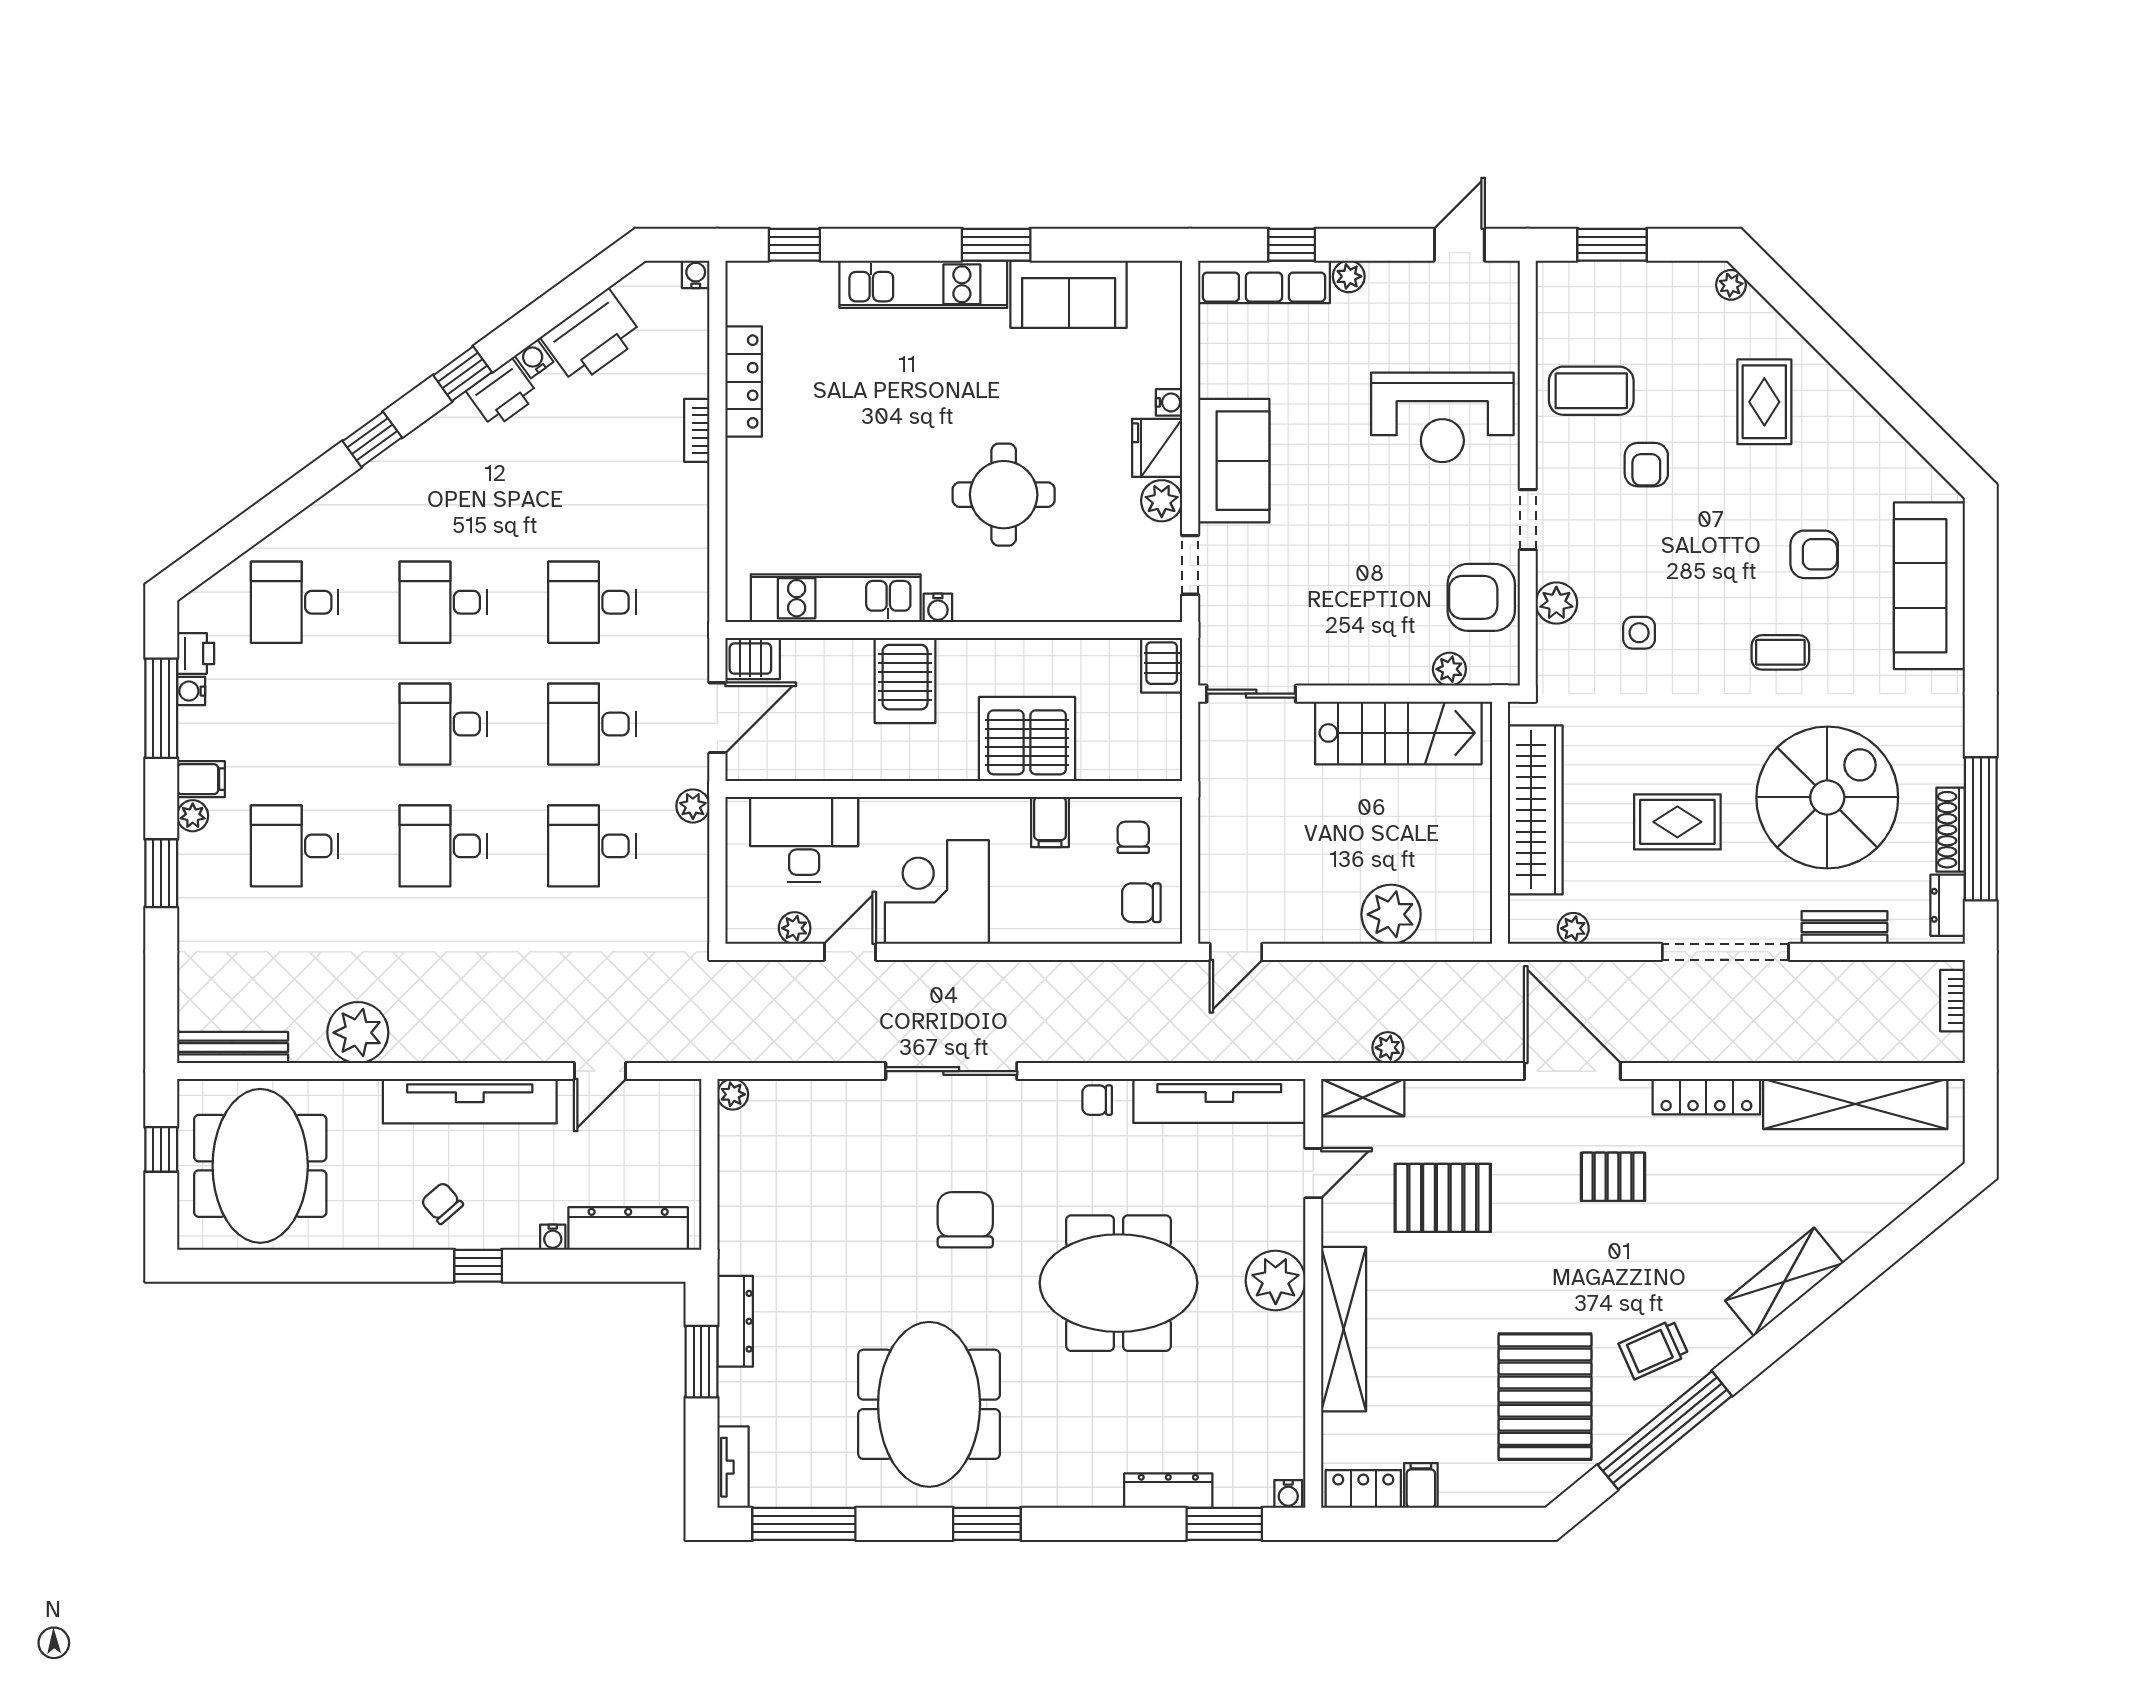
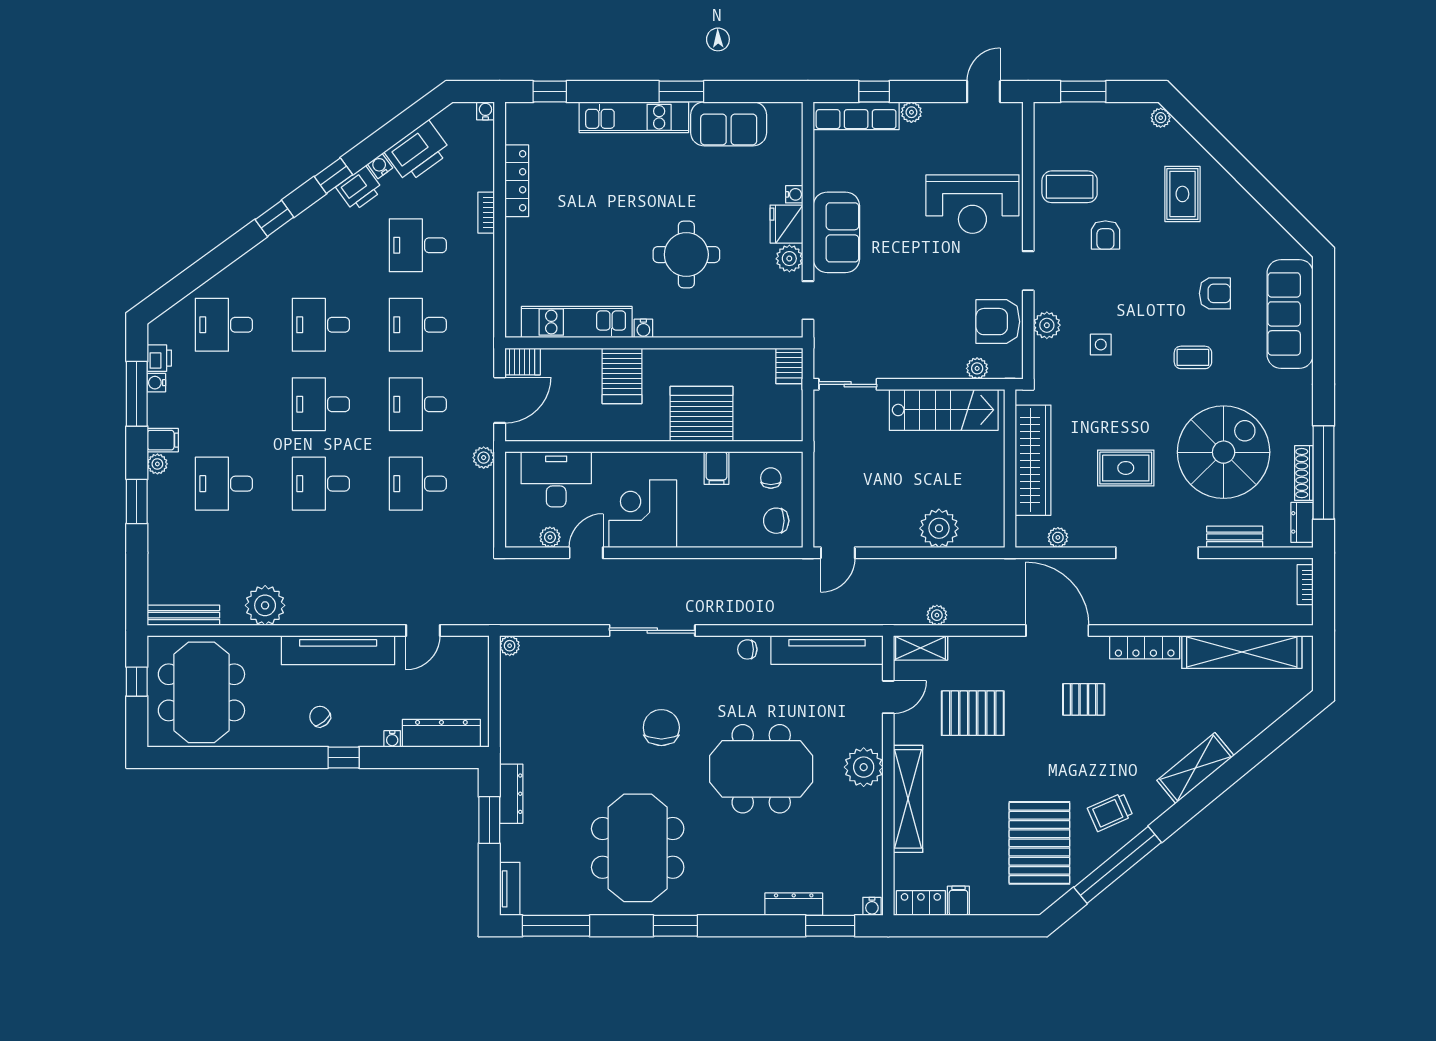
desk: (592, 480) -> (418, 245), added

